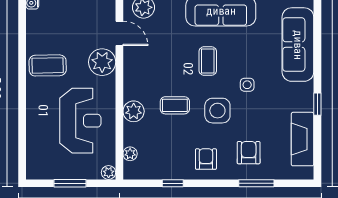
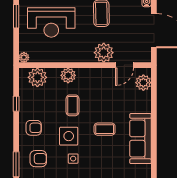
side table: (247, 85) -> (73, 159), moved
reception desk: (80, 121) -> (51, 23), moved
plant: (130, 154) -> (37, 77), width x1.87, depth x1.87
window: (70, 183) -> (16, 16), moved

